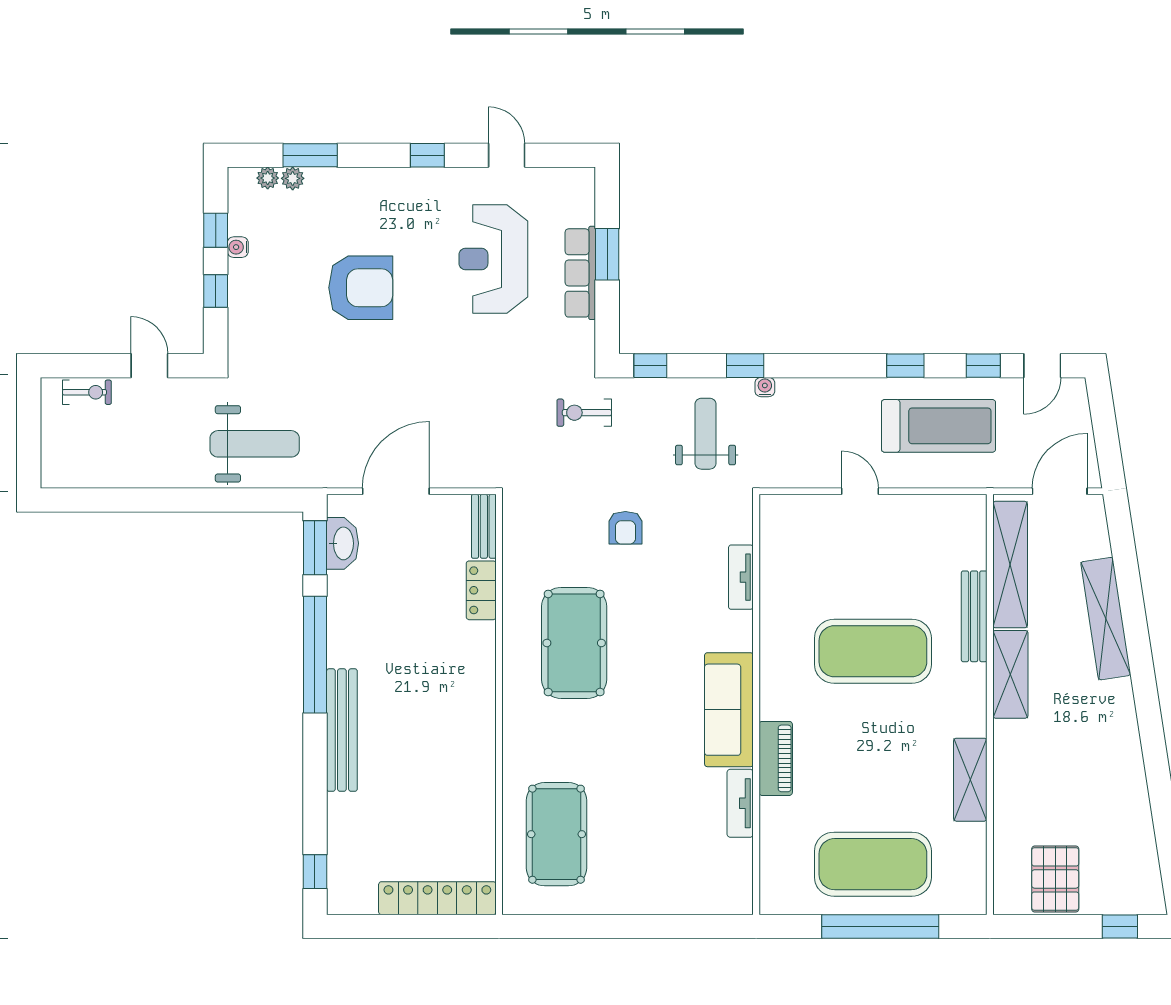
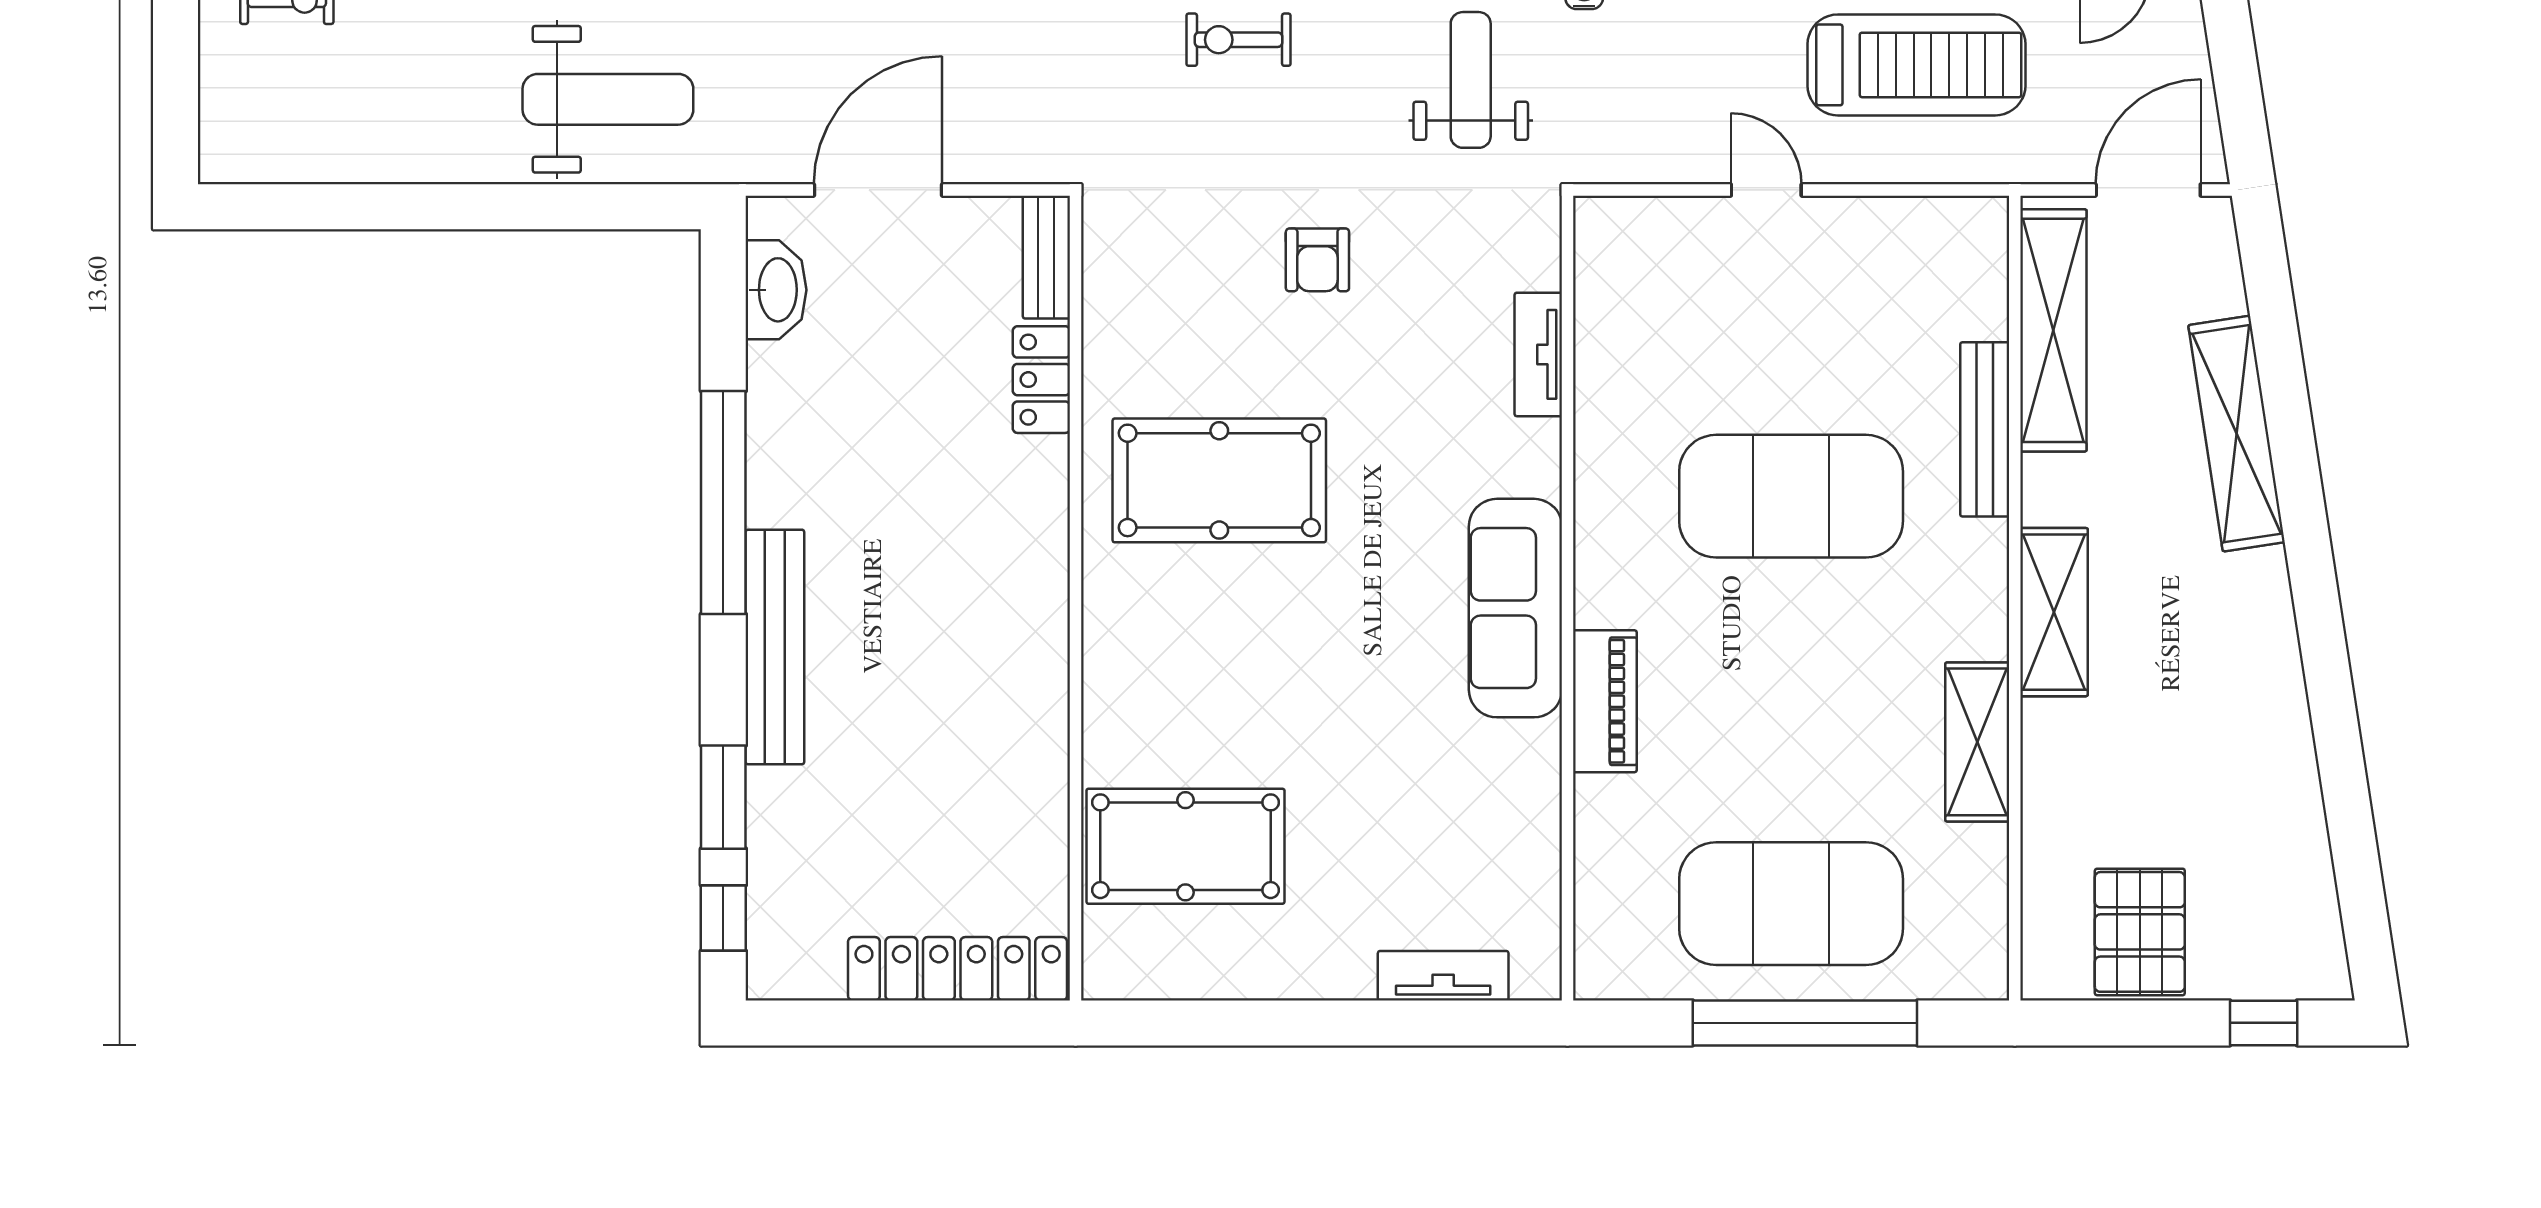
window: (315, 548) -> (723, 797), moved
pool table: (574, 643) -> (1219, 480), turned 90
shelving: (1010, 674) -> (2054, 612), moved
tv unit: (740, 803) -> (1443, 976), moved, turned 90
pool table: (556, 834) -> (1185, 846), turned 90

